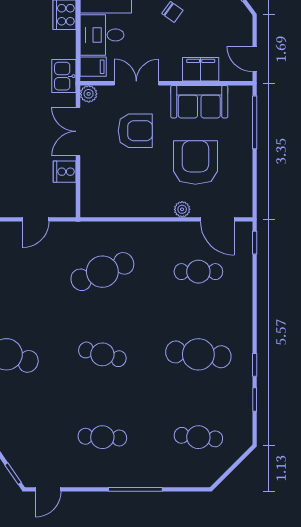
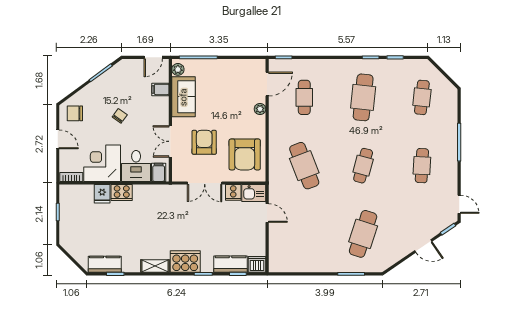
filing cabinet: (201, 69) -> (160, 89), width x0.50
kitchen sink: (64, 76) -> (254, 193), moved
plant: (89, 94) -> (178, 69), moved
armchair: (195, 162) -> (245, 154), moved, turned -90

